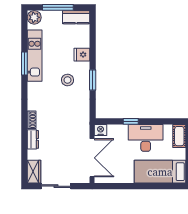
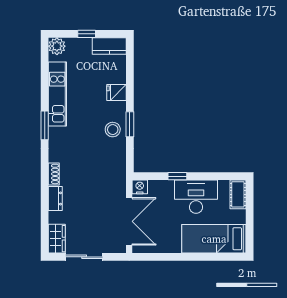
window: (58, 7) -> (87, 34), width x0.46
window: (24, 63) -> (45, 125), moved
stool: (68, 80) -> (113, 130), moved

